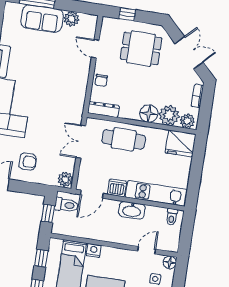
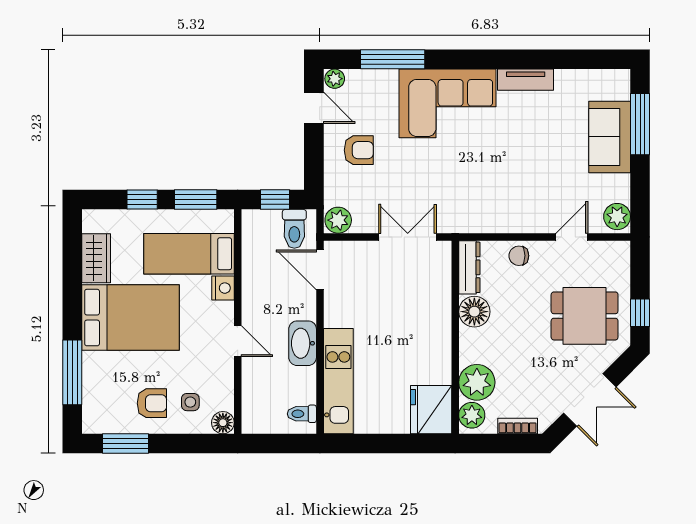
window: (127, 14) -> (640, 313), moved
plant: (72, 19) -> (617, 217), moved
dining table: (141, 48) -> (585, 316), turned 90
floor lamp: (149, 113) -> (474, 312), moved
cafe table: (124, 139) -> (423, 310), removed
armchair: (28, 162) -> (359, 150), turned -90
dishwasher: (117, 188) -> (337, 312), removed
door: (146, 250) -> (238, 341), moved
window: (41, 258) -> (196, 199), width x1.50

